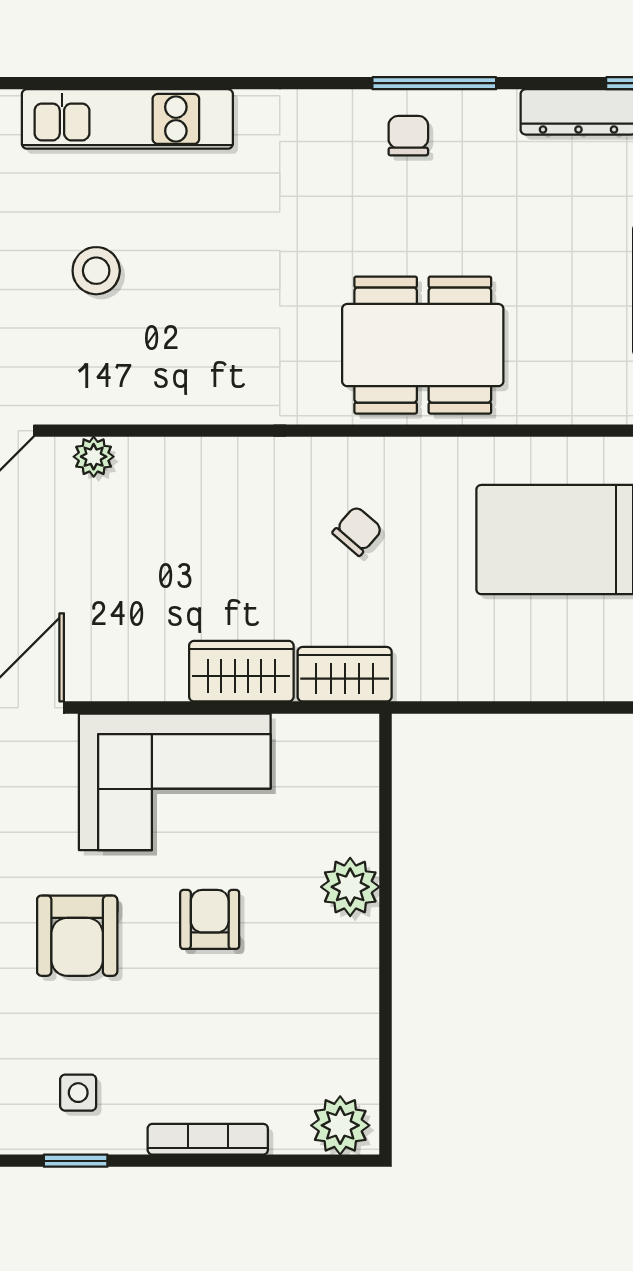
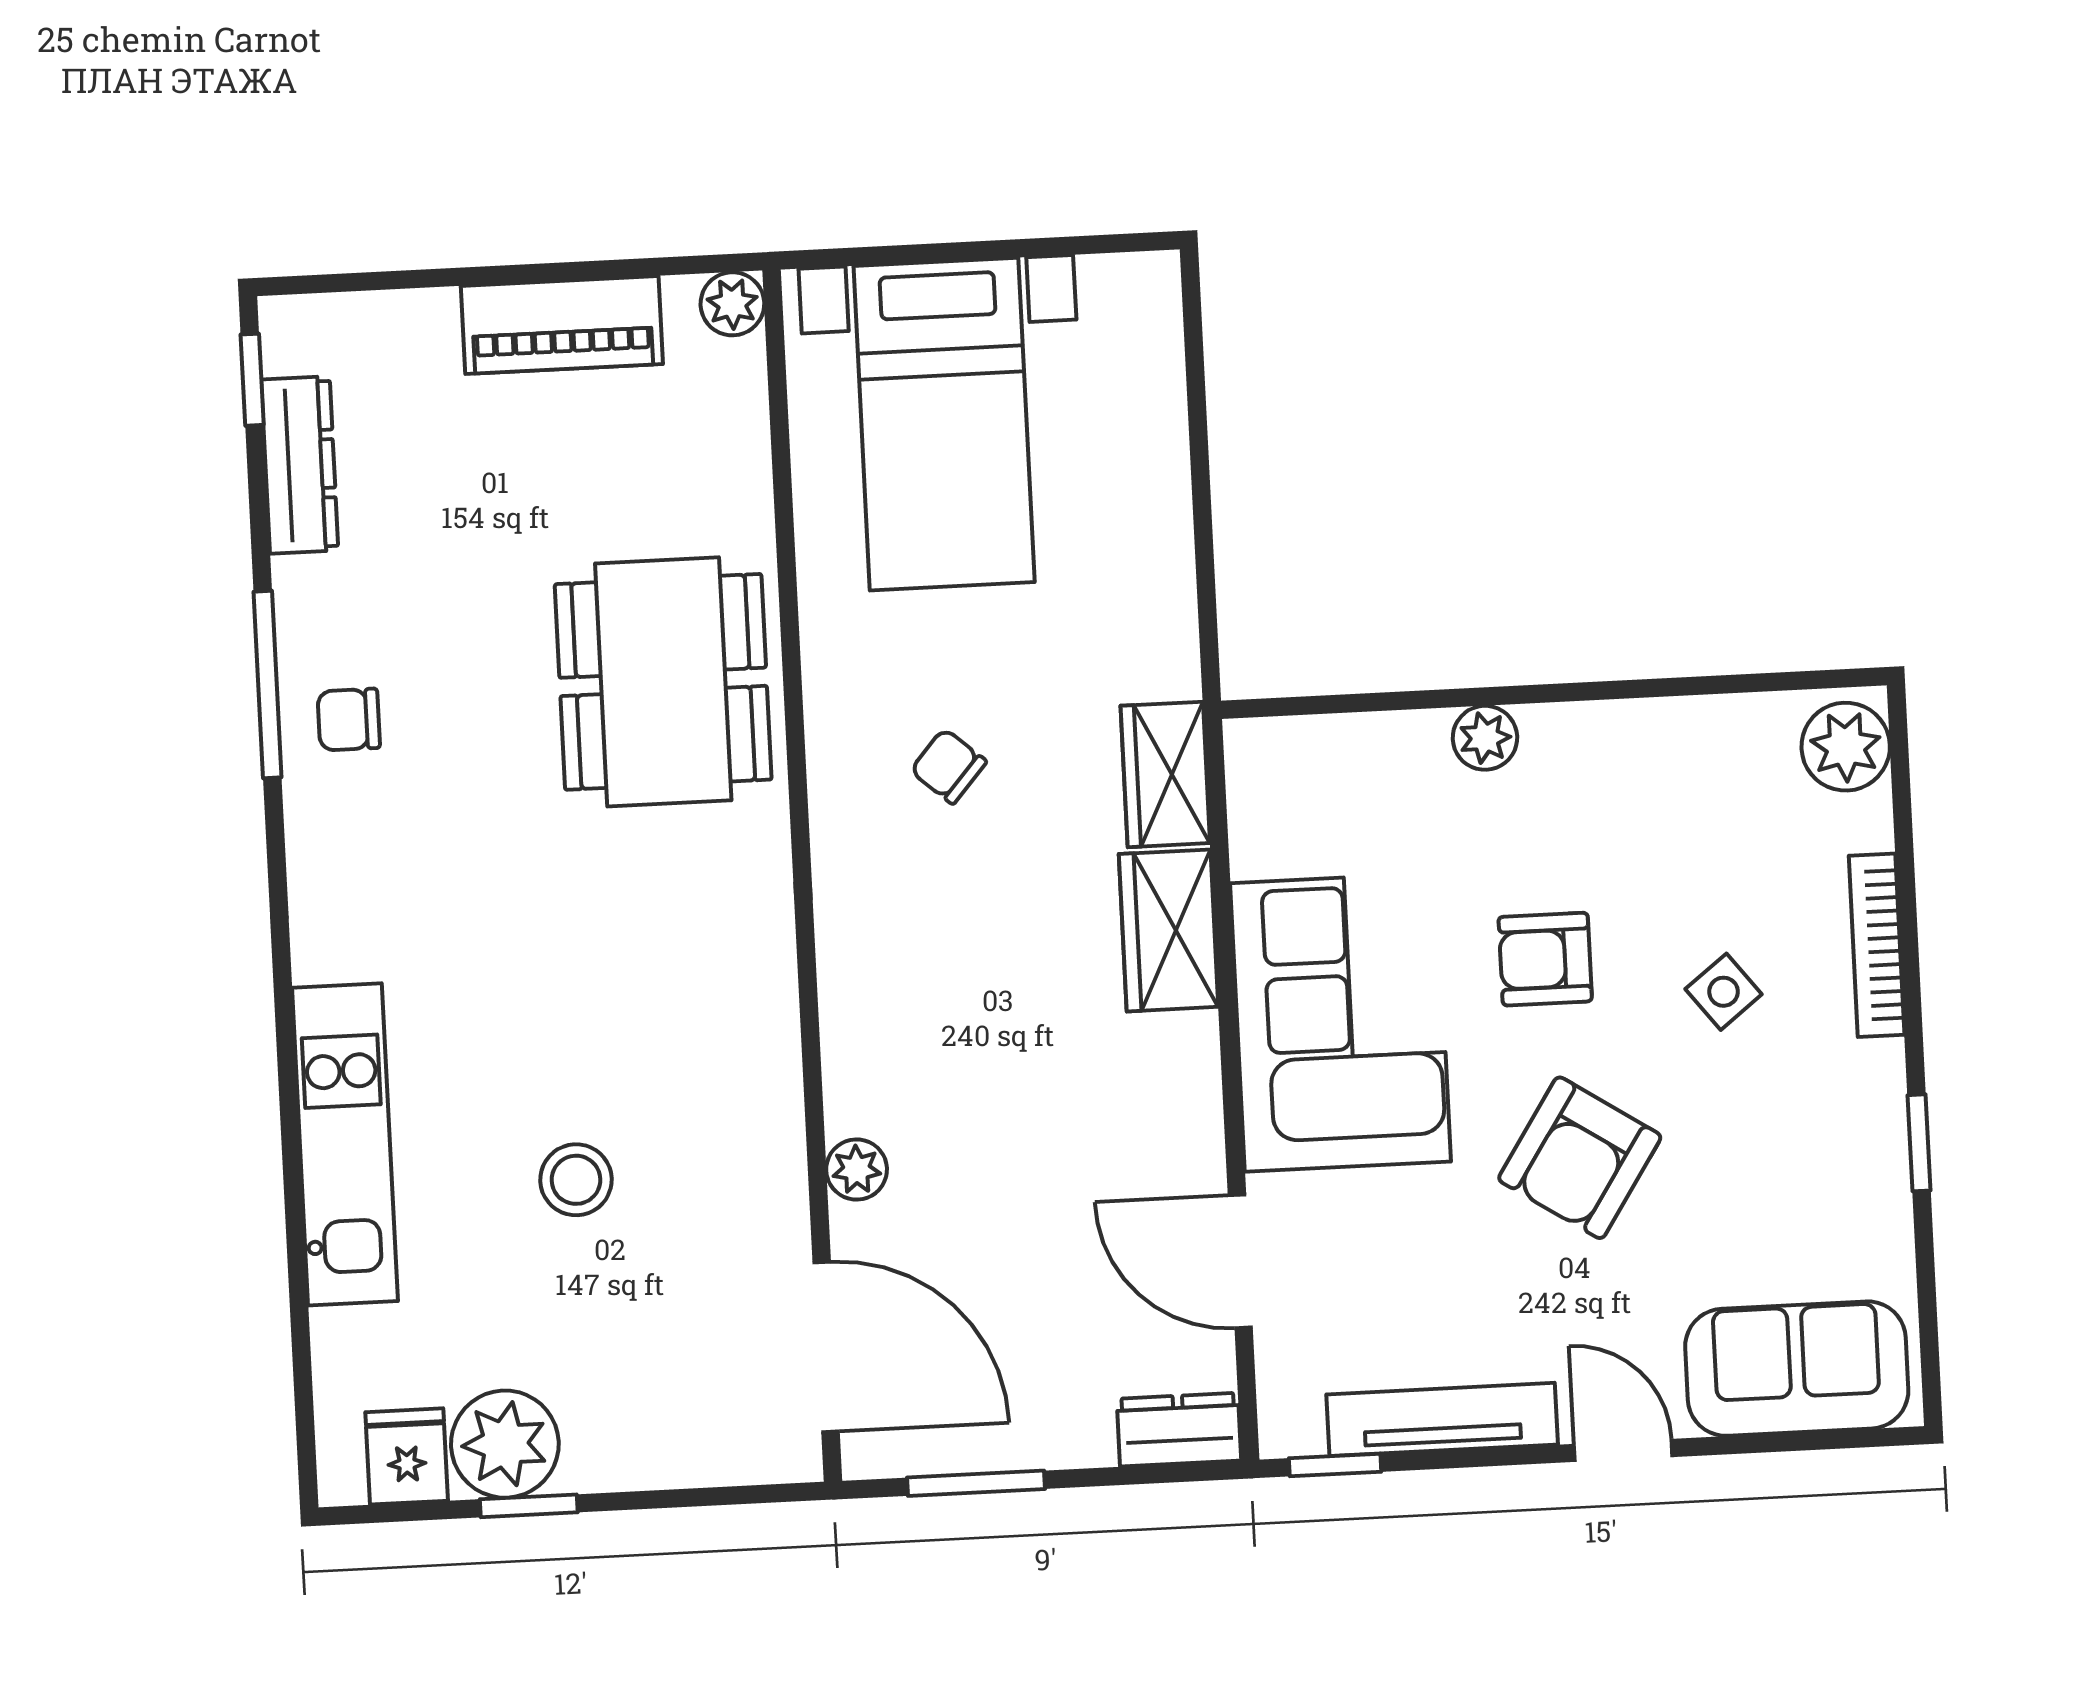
plant: (350, 887) -> (1485, 738), width x0.73, depth x0.73
armchair: (77, 936) -> (1580, 1158), turned 123
side table: (78, 1093) -> (1724, 992), moved, turned -38

